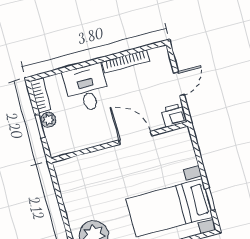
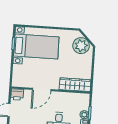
door: (135, 138) -> (42, 89), hinge flipped
wardrobe: (81, 165) -> (75, 85), added

